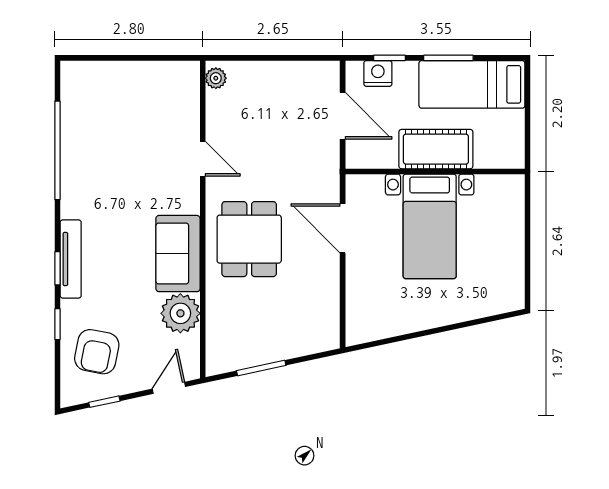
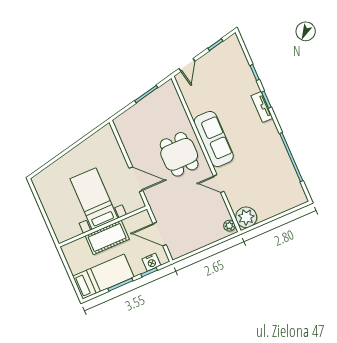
sofa: (178, 254) -> (214, 139), width x1.36
tv unit: (71, 259) -> (262, 107), width x0.71
plant: (180, 313) -> (246, 217), moved
armchair: (97, 352) -> (230, 67), removed

